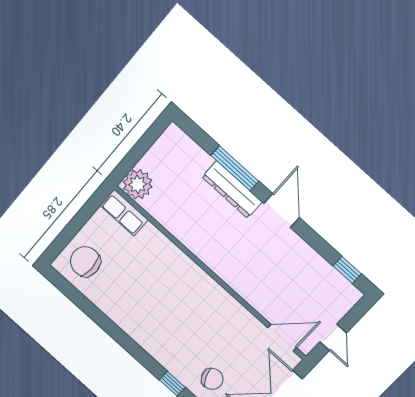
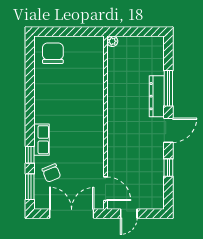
plant: (138, 184) -> (112, 41), width x0.53, depth x0.53
row of seats: (124, 213) -> (42, 140), moved, turned 180
window: (347, 270) -> (168, 168), moved

